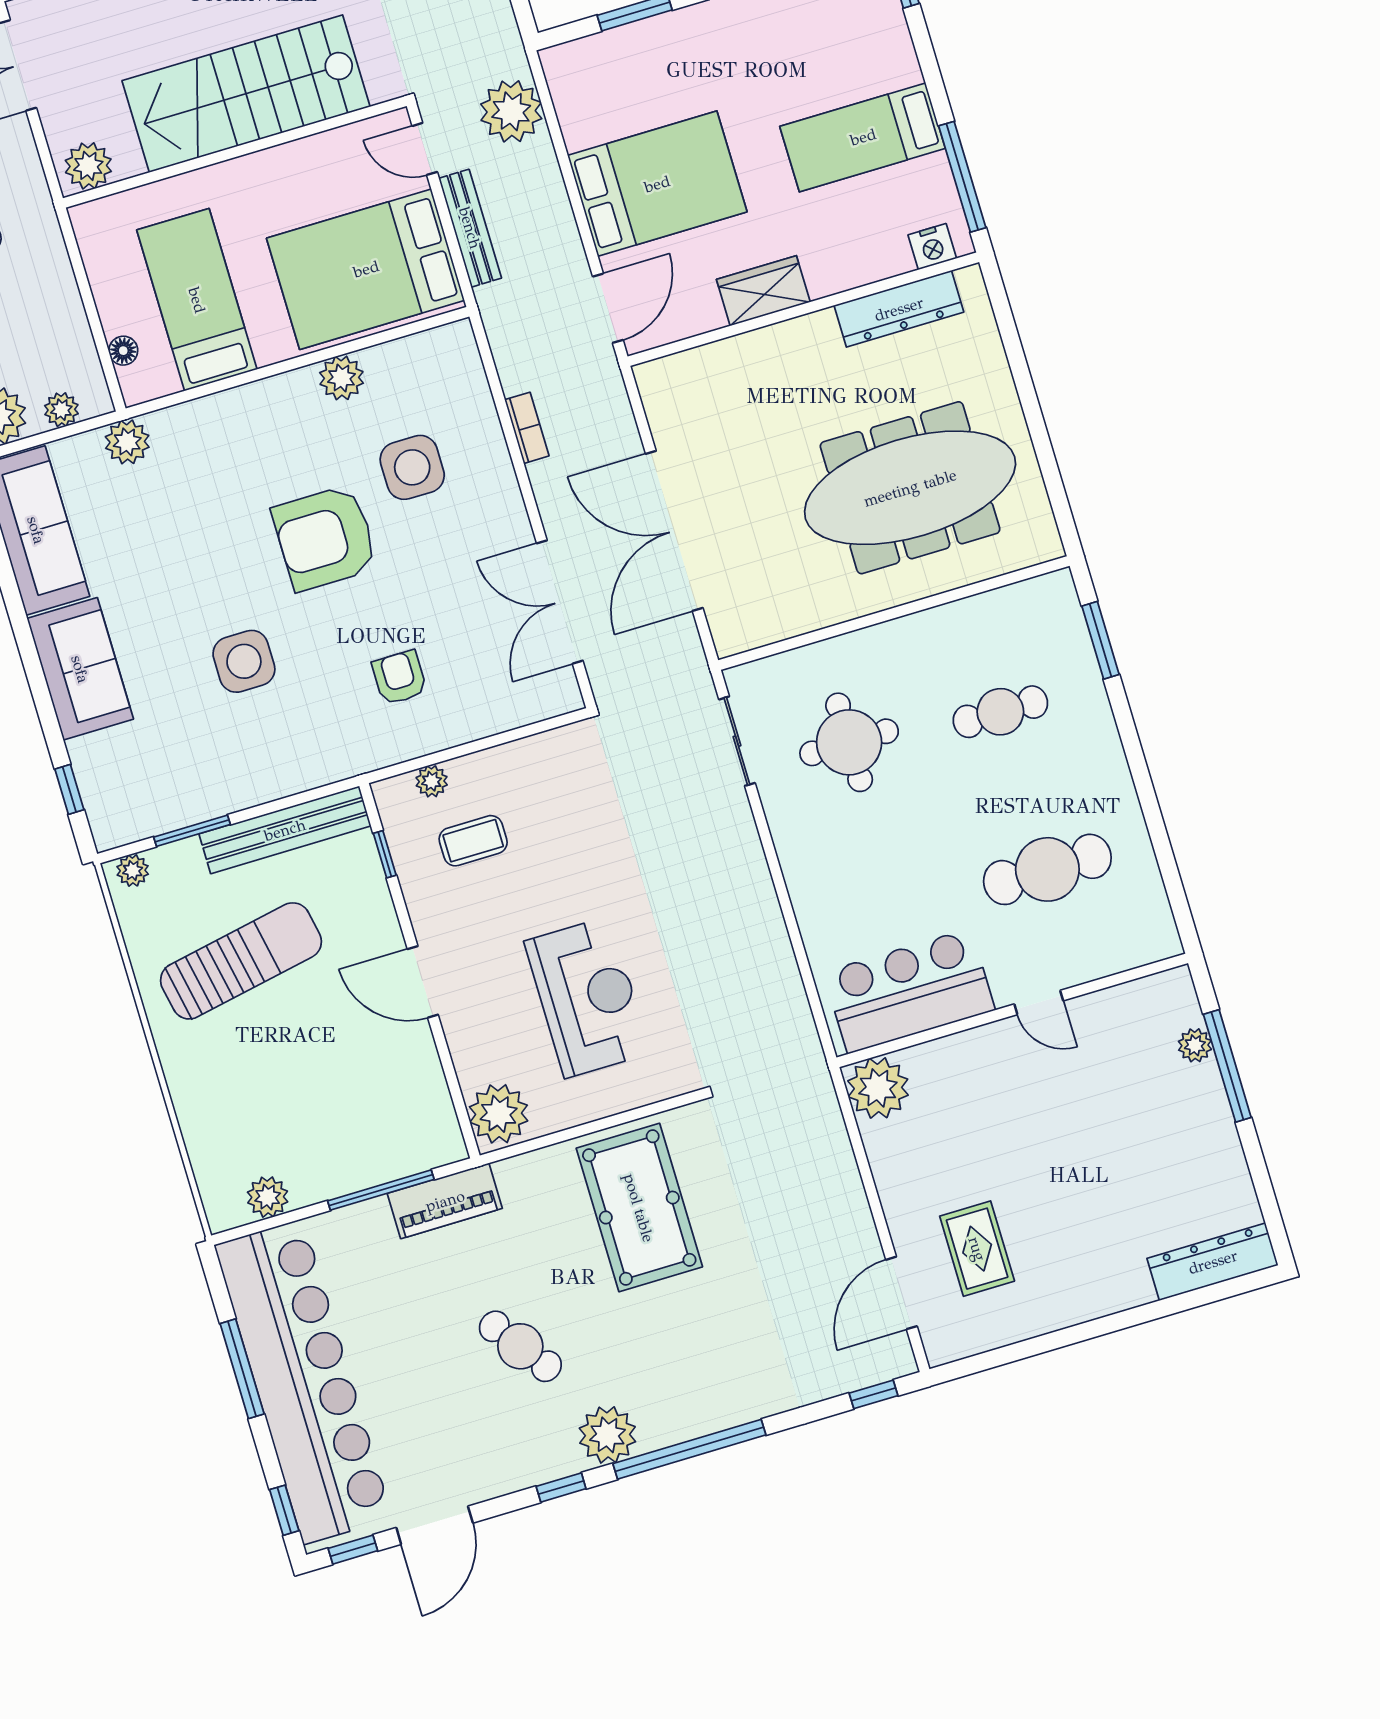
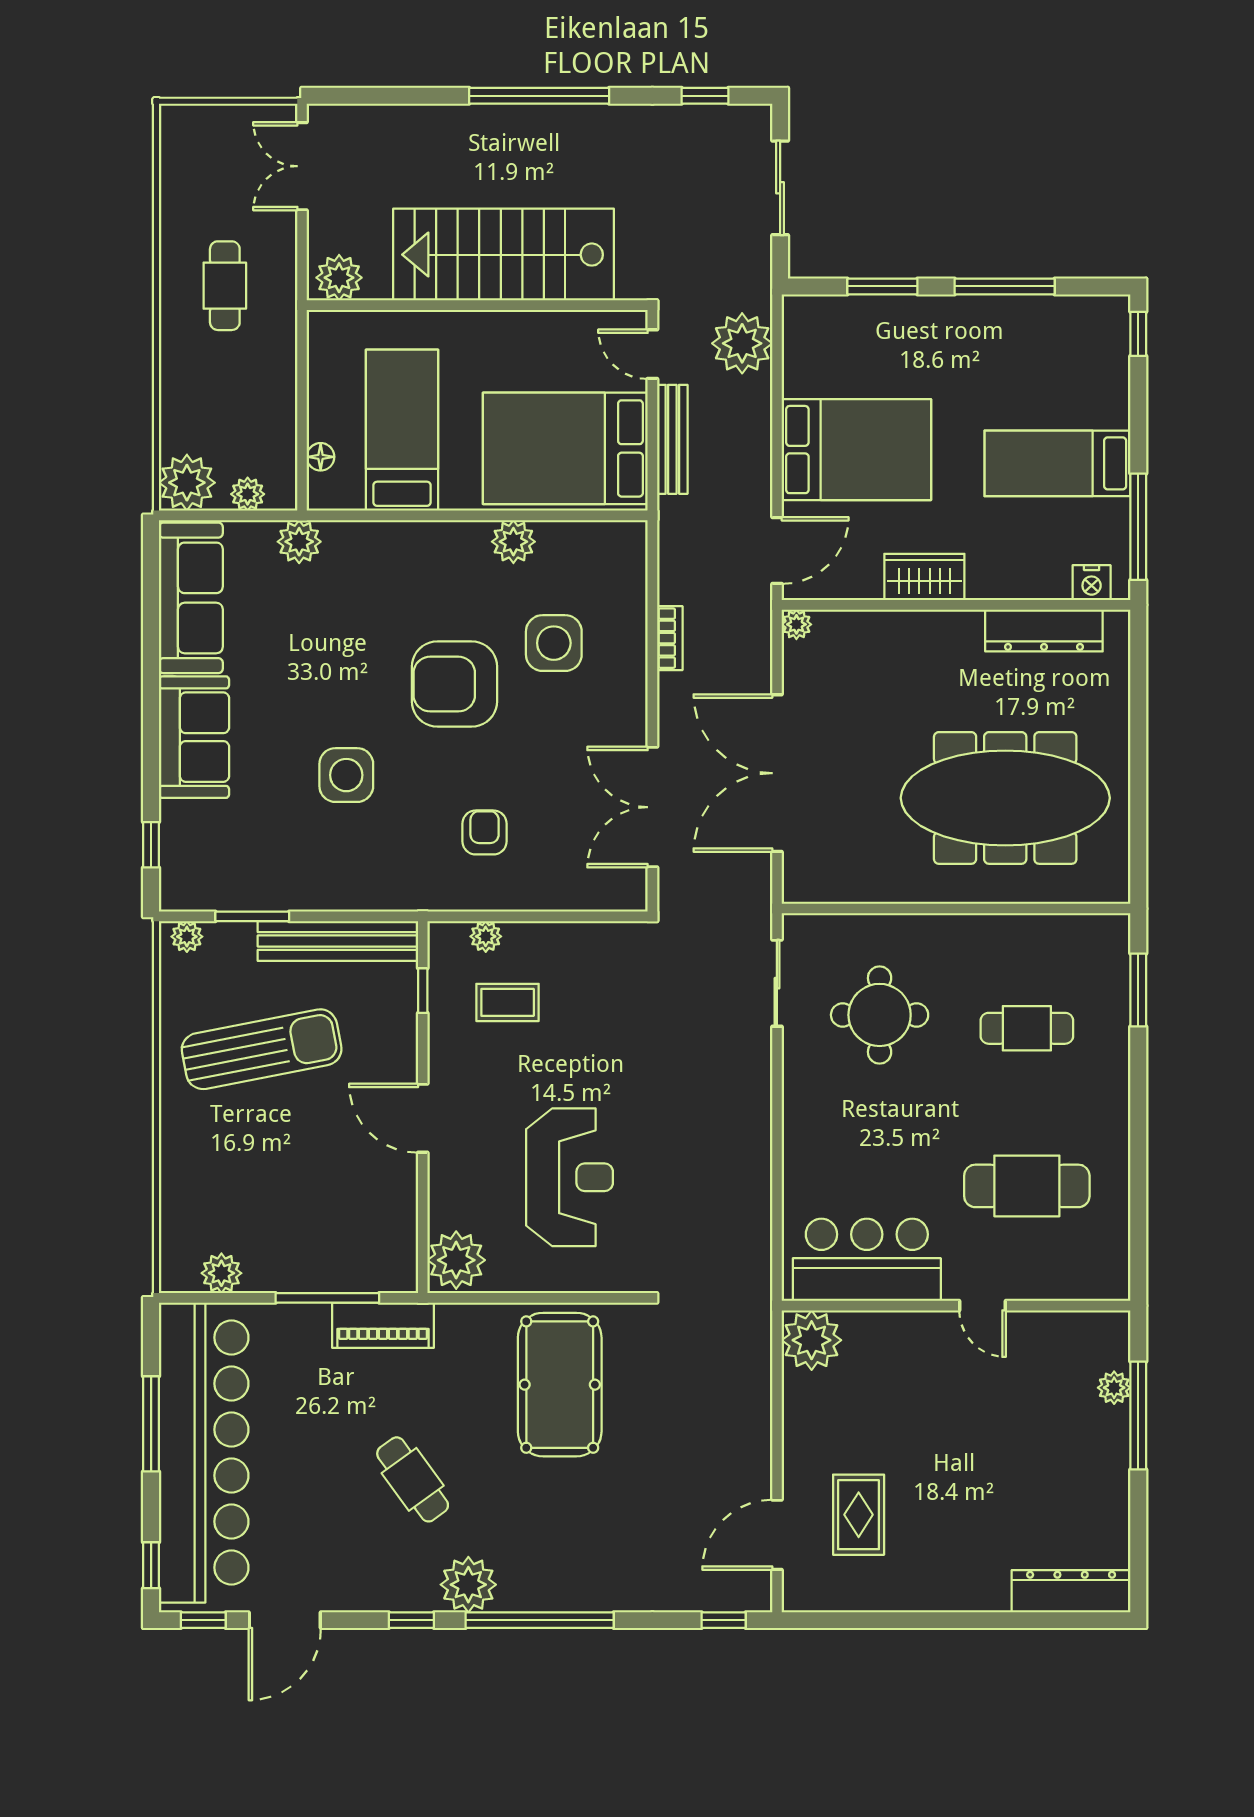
plant: (649, 376) -> (796, 624), added

